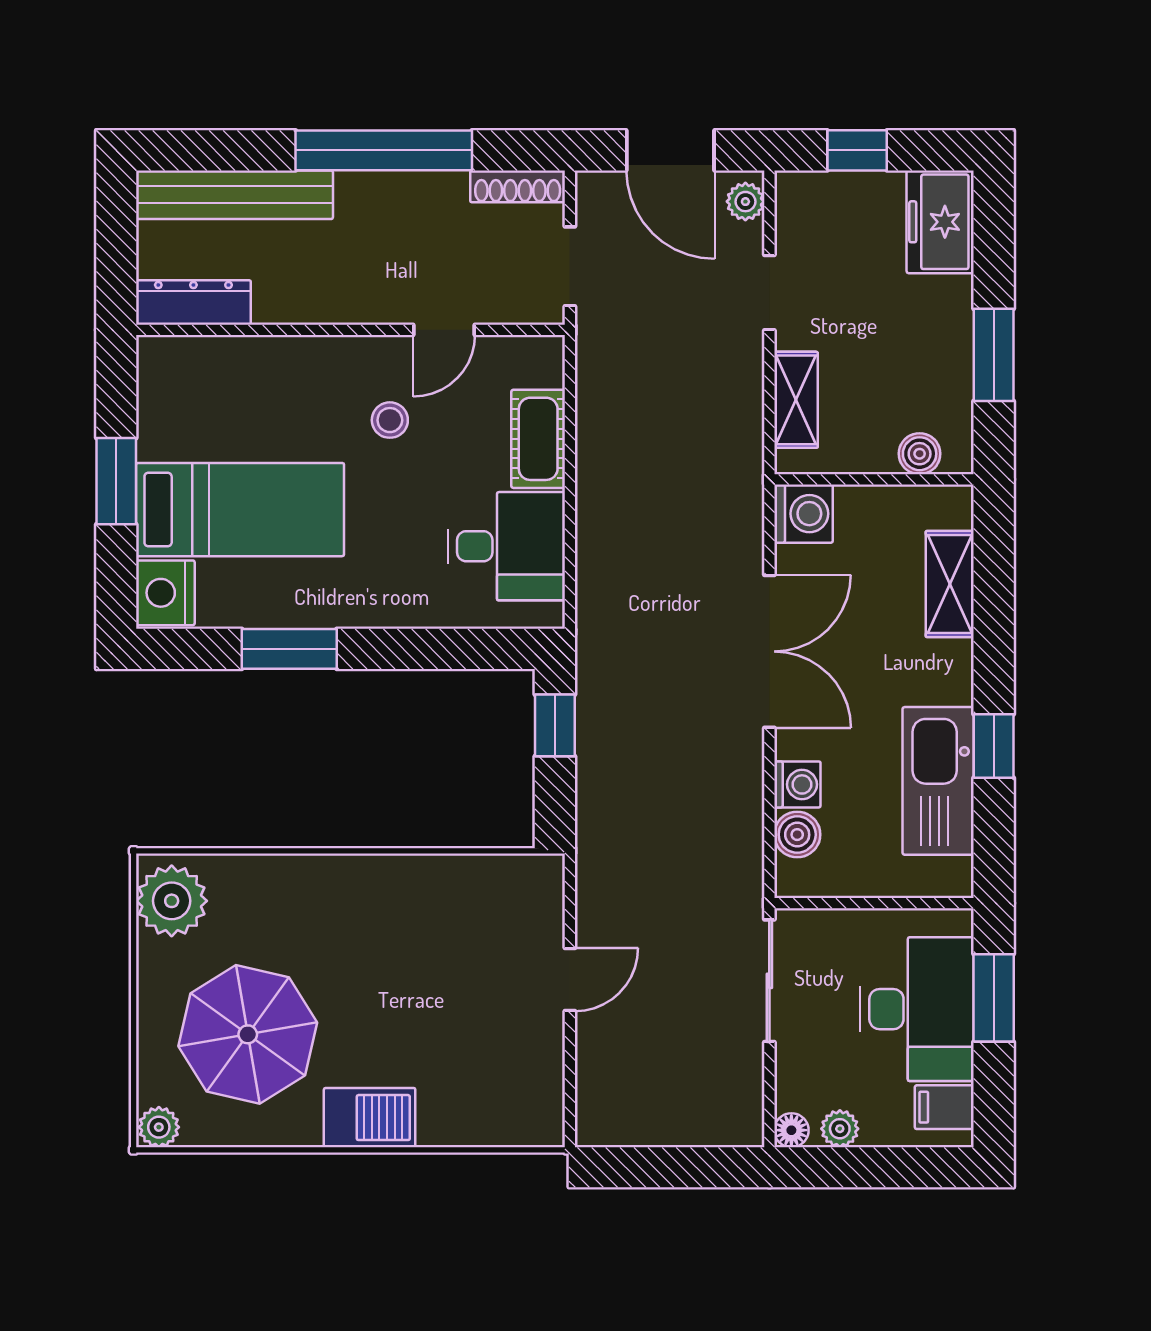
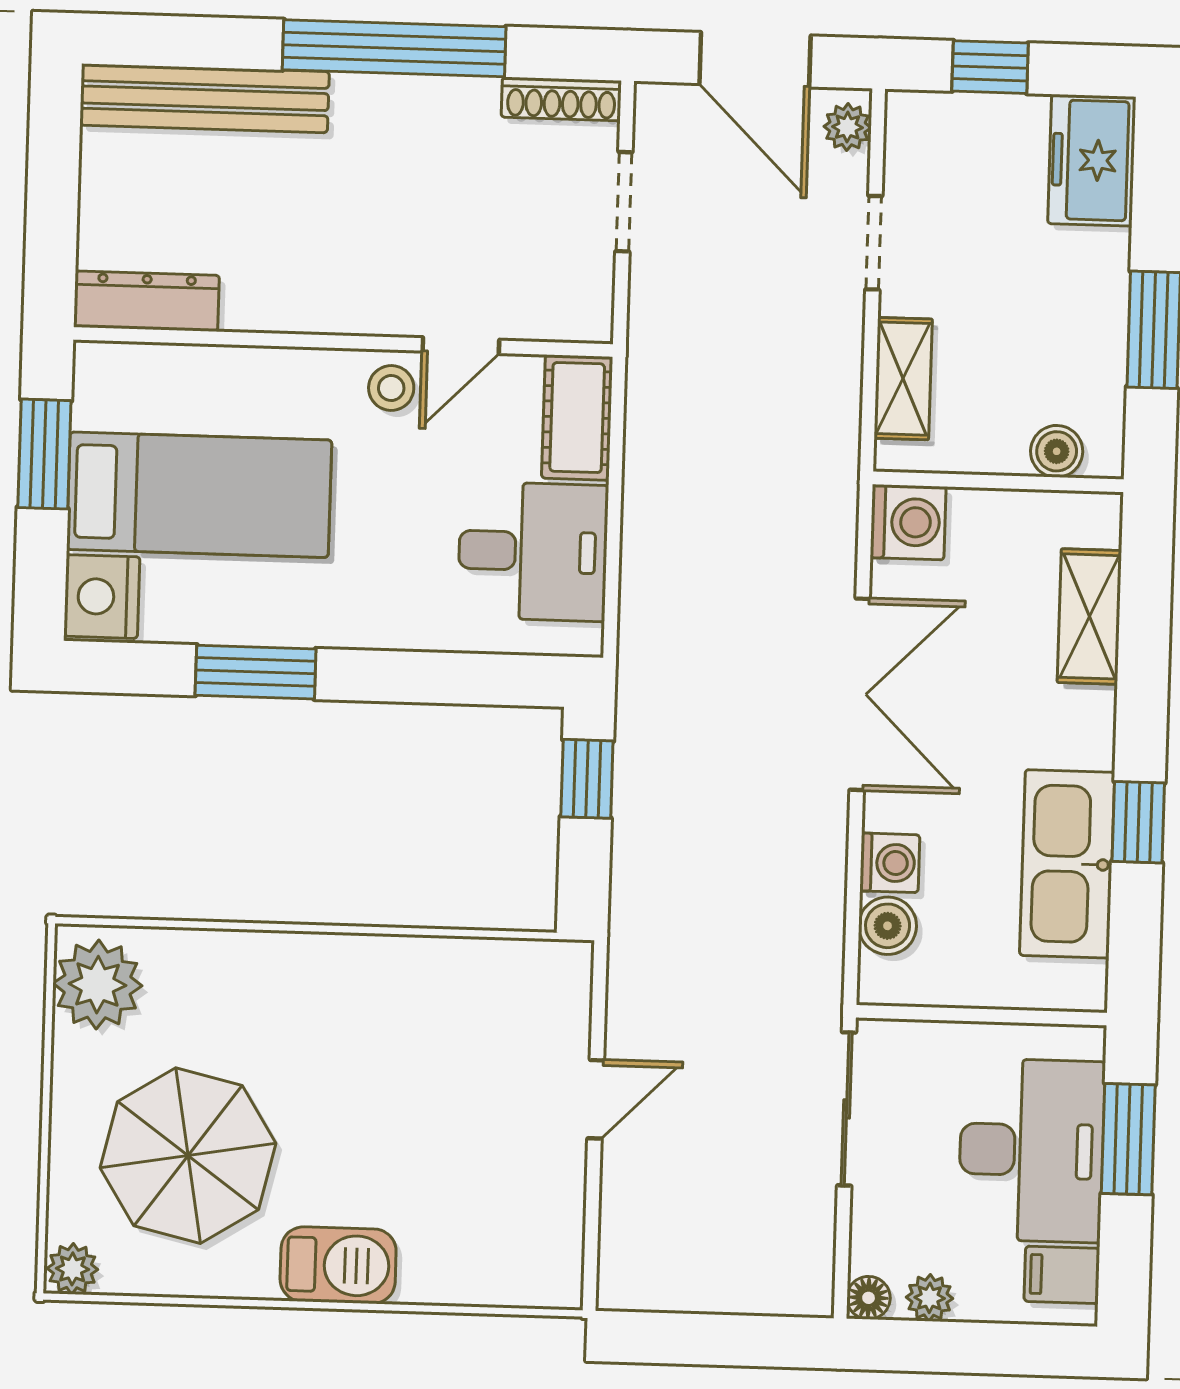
dresser: (193, 302) -> (146, 301), moved
wall: (351, 330) -> (343, 342), moved
door: (444, 330) -> (461, 346), moved

